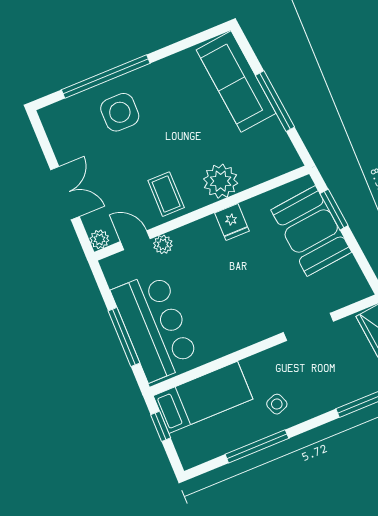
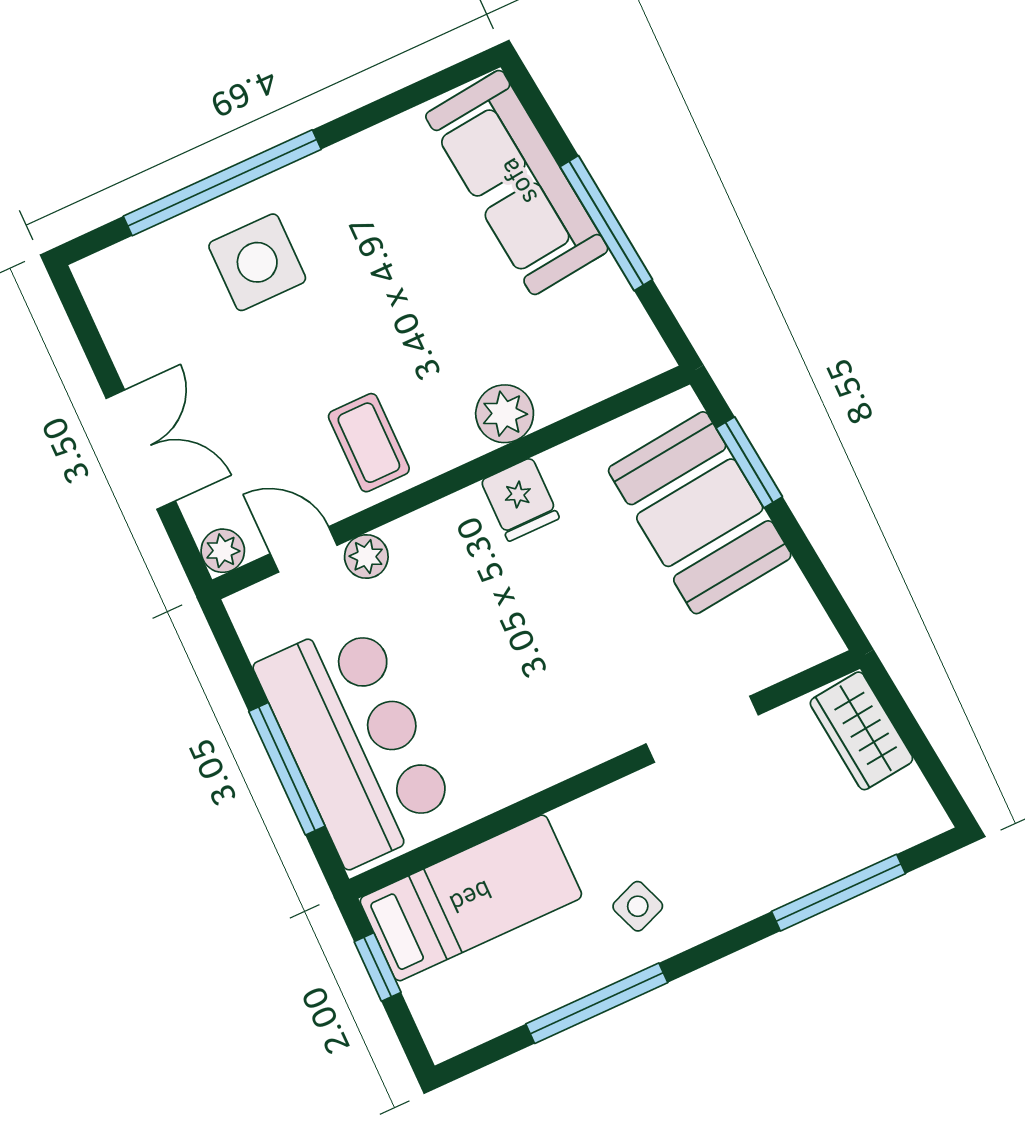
plant: (221, 181) -> (505, 414), width x0.73, depth x0.73

